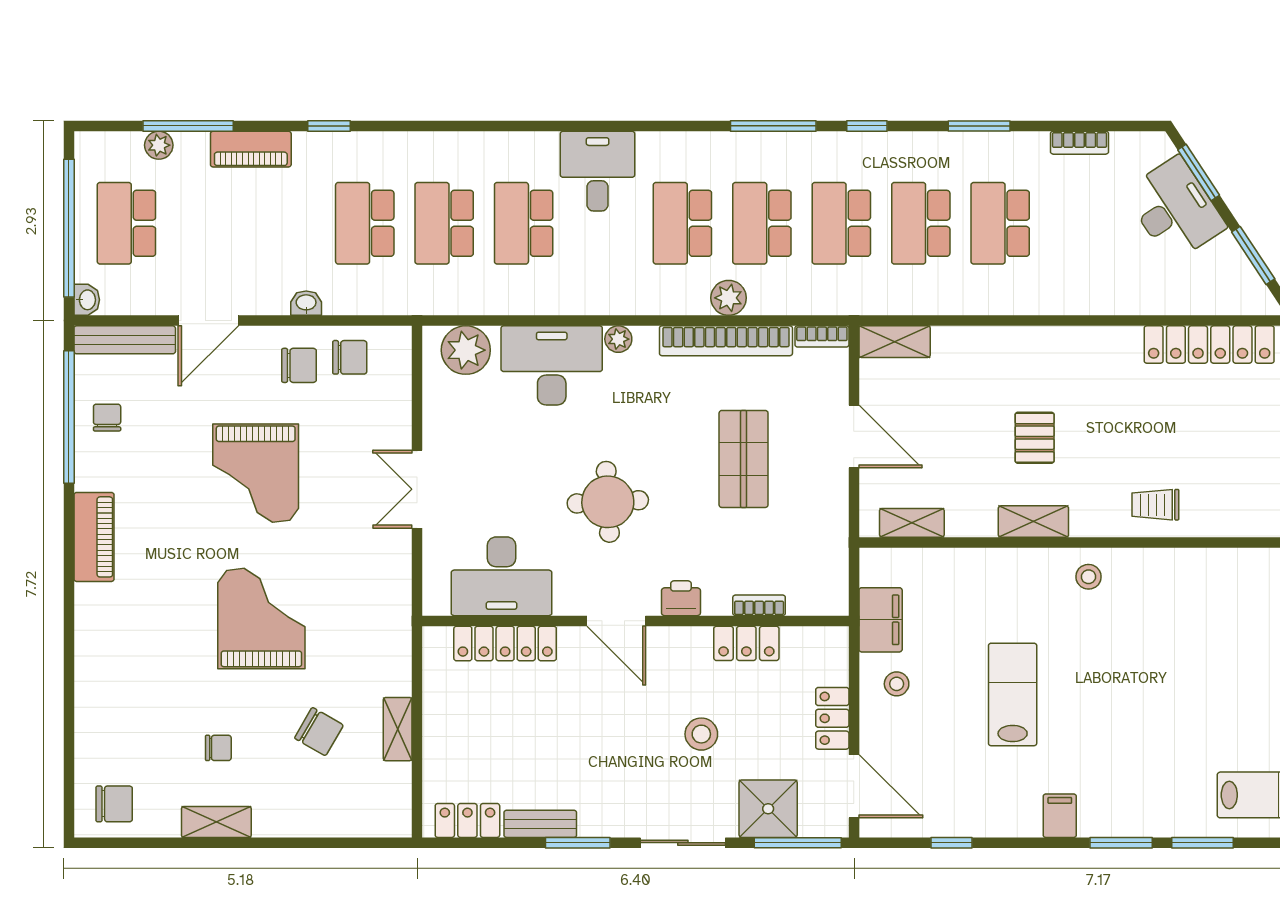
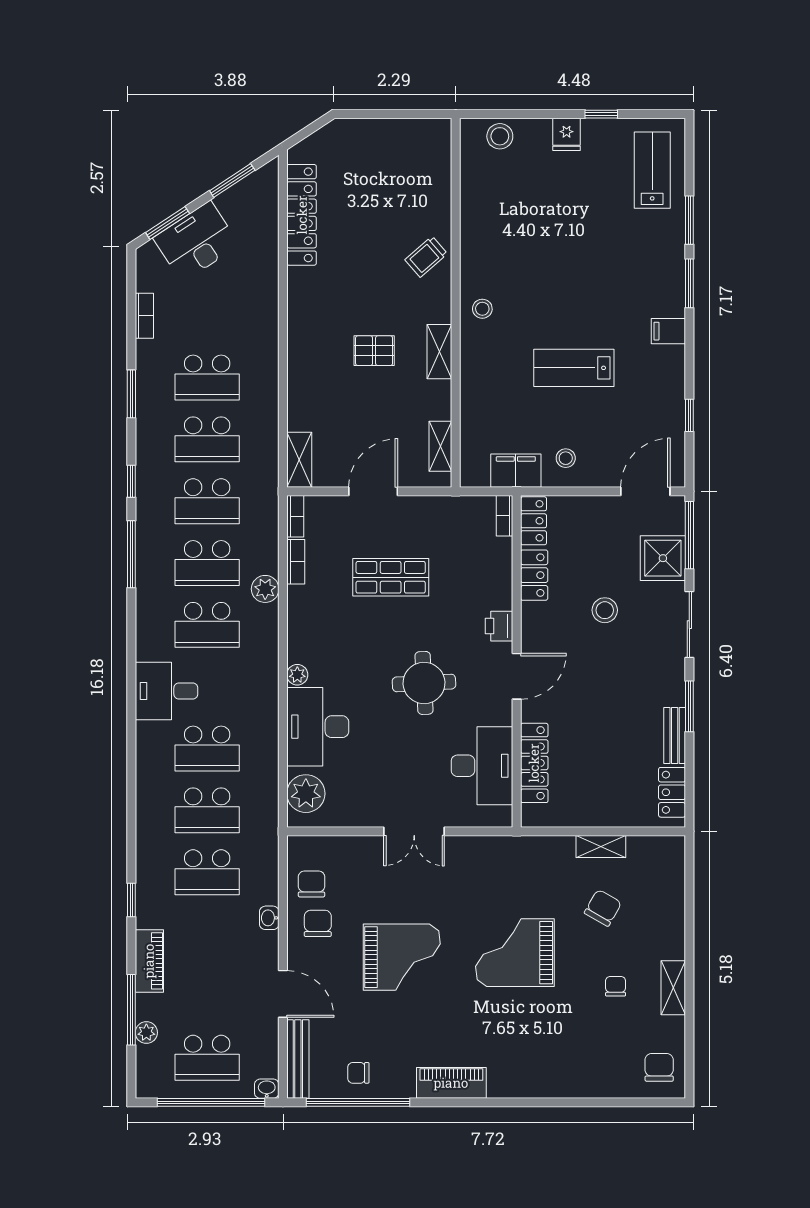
bookcase: (726, 341) -> (296, 562), width x0.43, depth x0.76
trolley: (1155, 505) -> (426, 257), turned 49
bookcase: (759, 605) -> (505, 516), moved
locker: (832, 718) -> (534, 521), moved, turned -90

